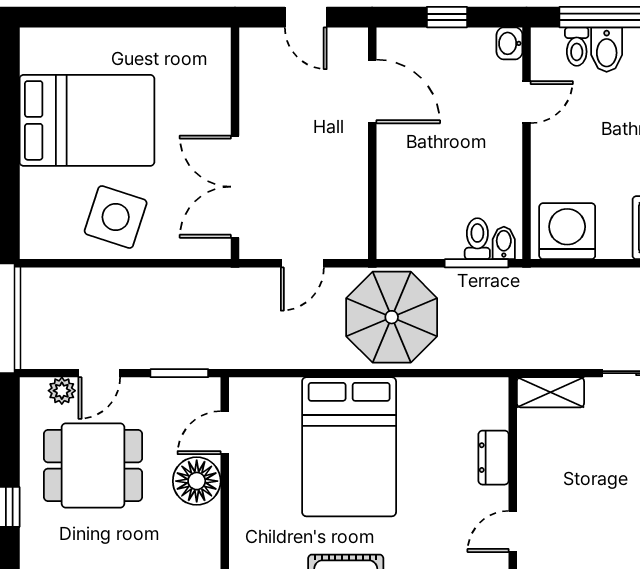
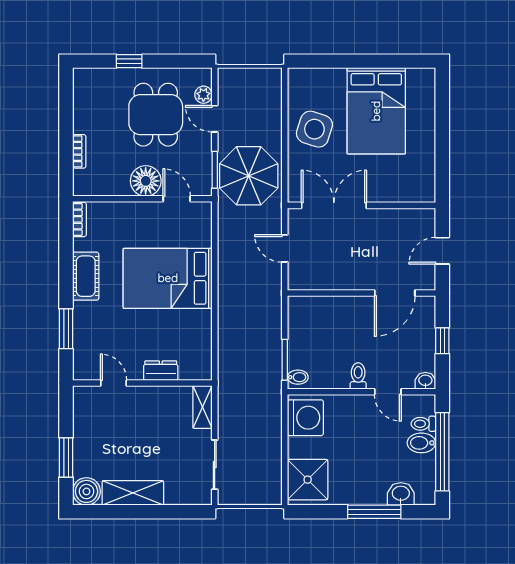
toilet: (477, 239) -> (358, 376), moved, turned -90
parasol: (392, 317) -> (249, 176), moved

